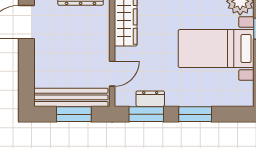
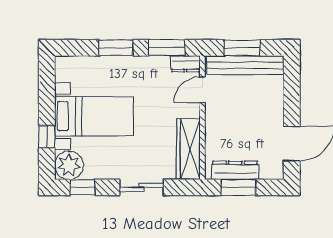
dresser: (150, 99) -> (185, 64), moved

